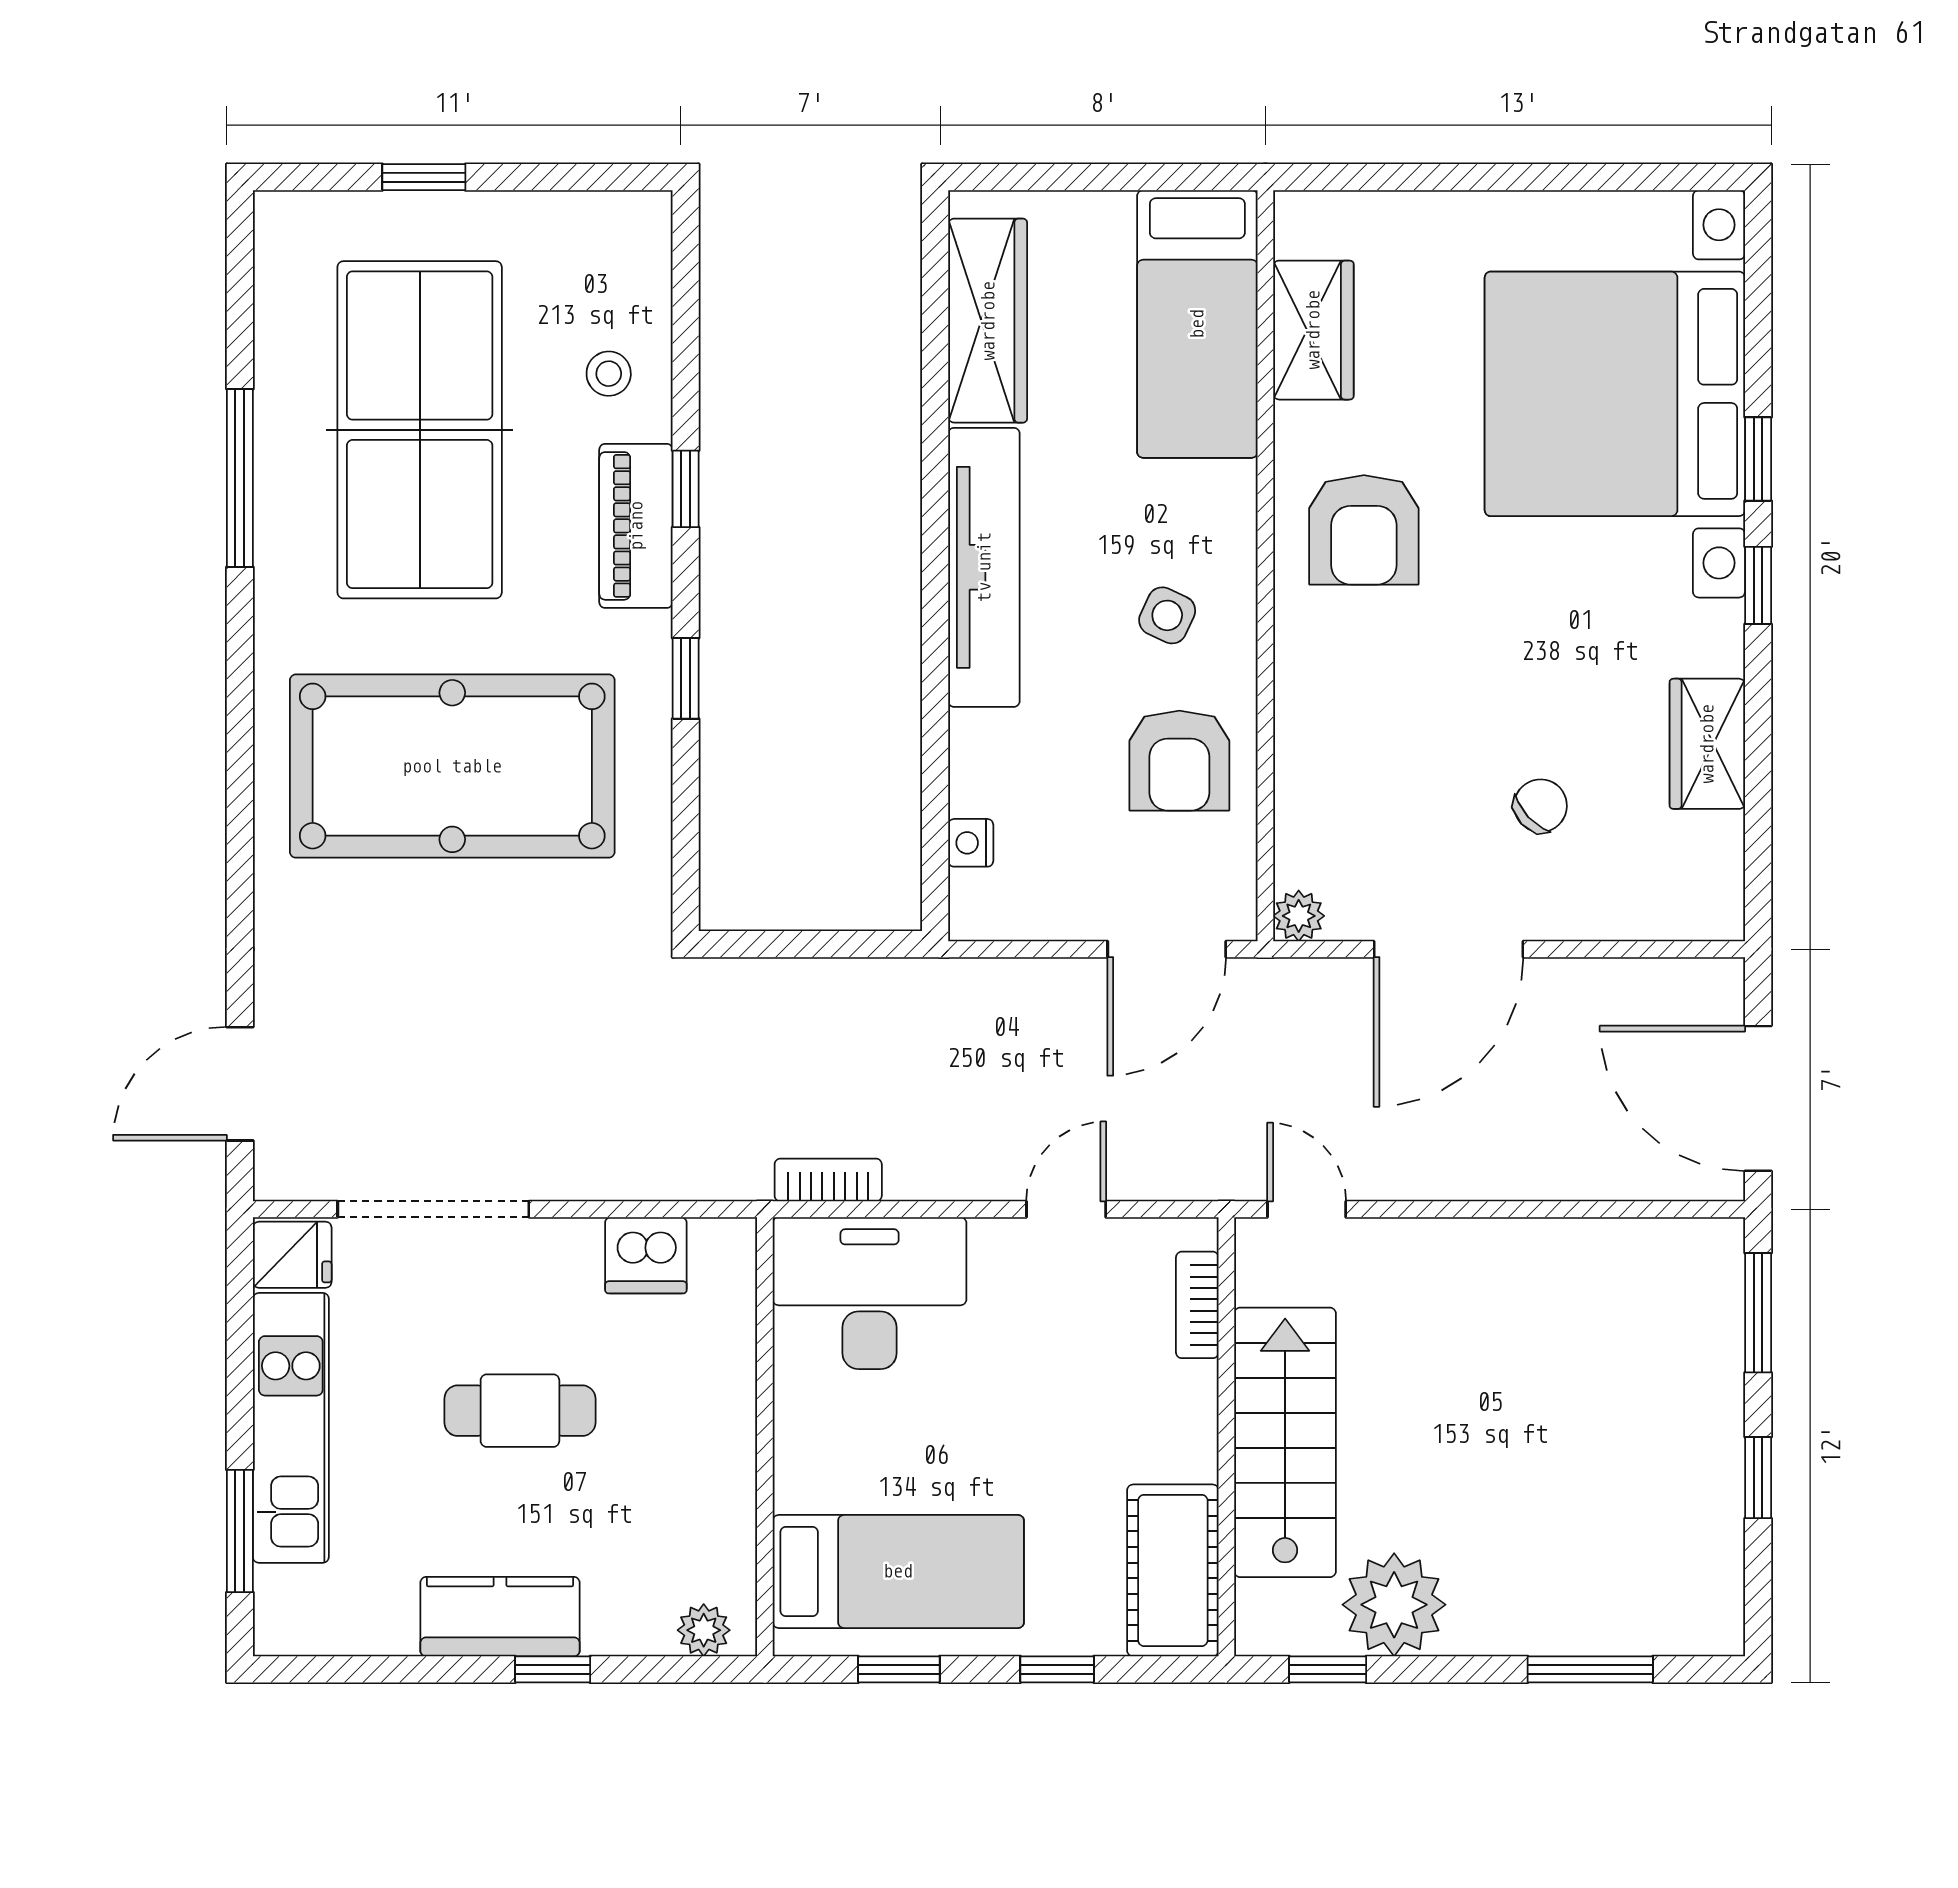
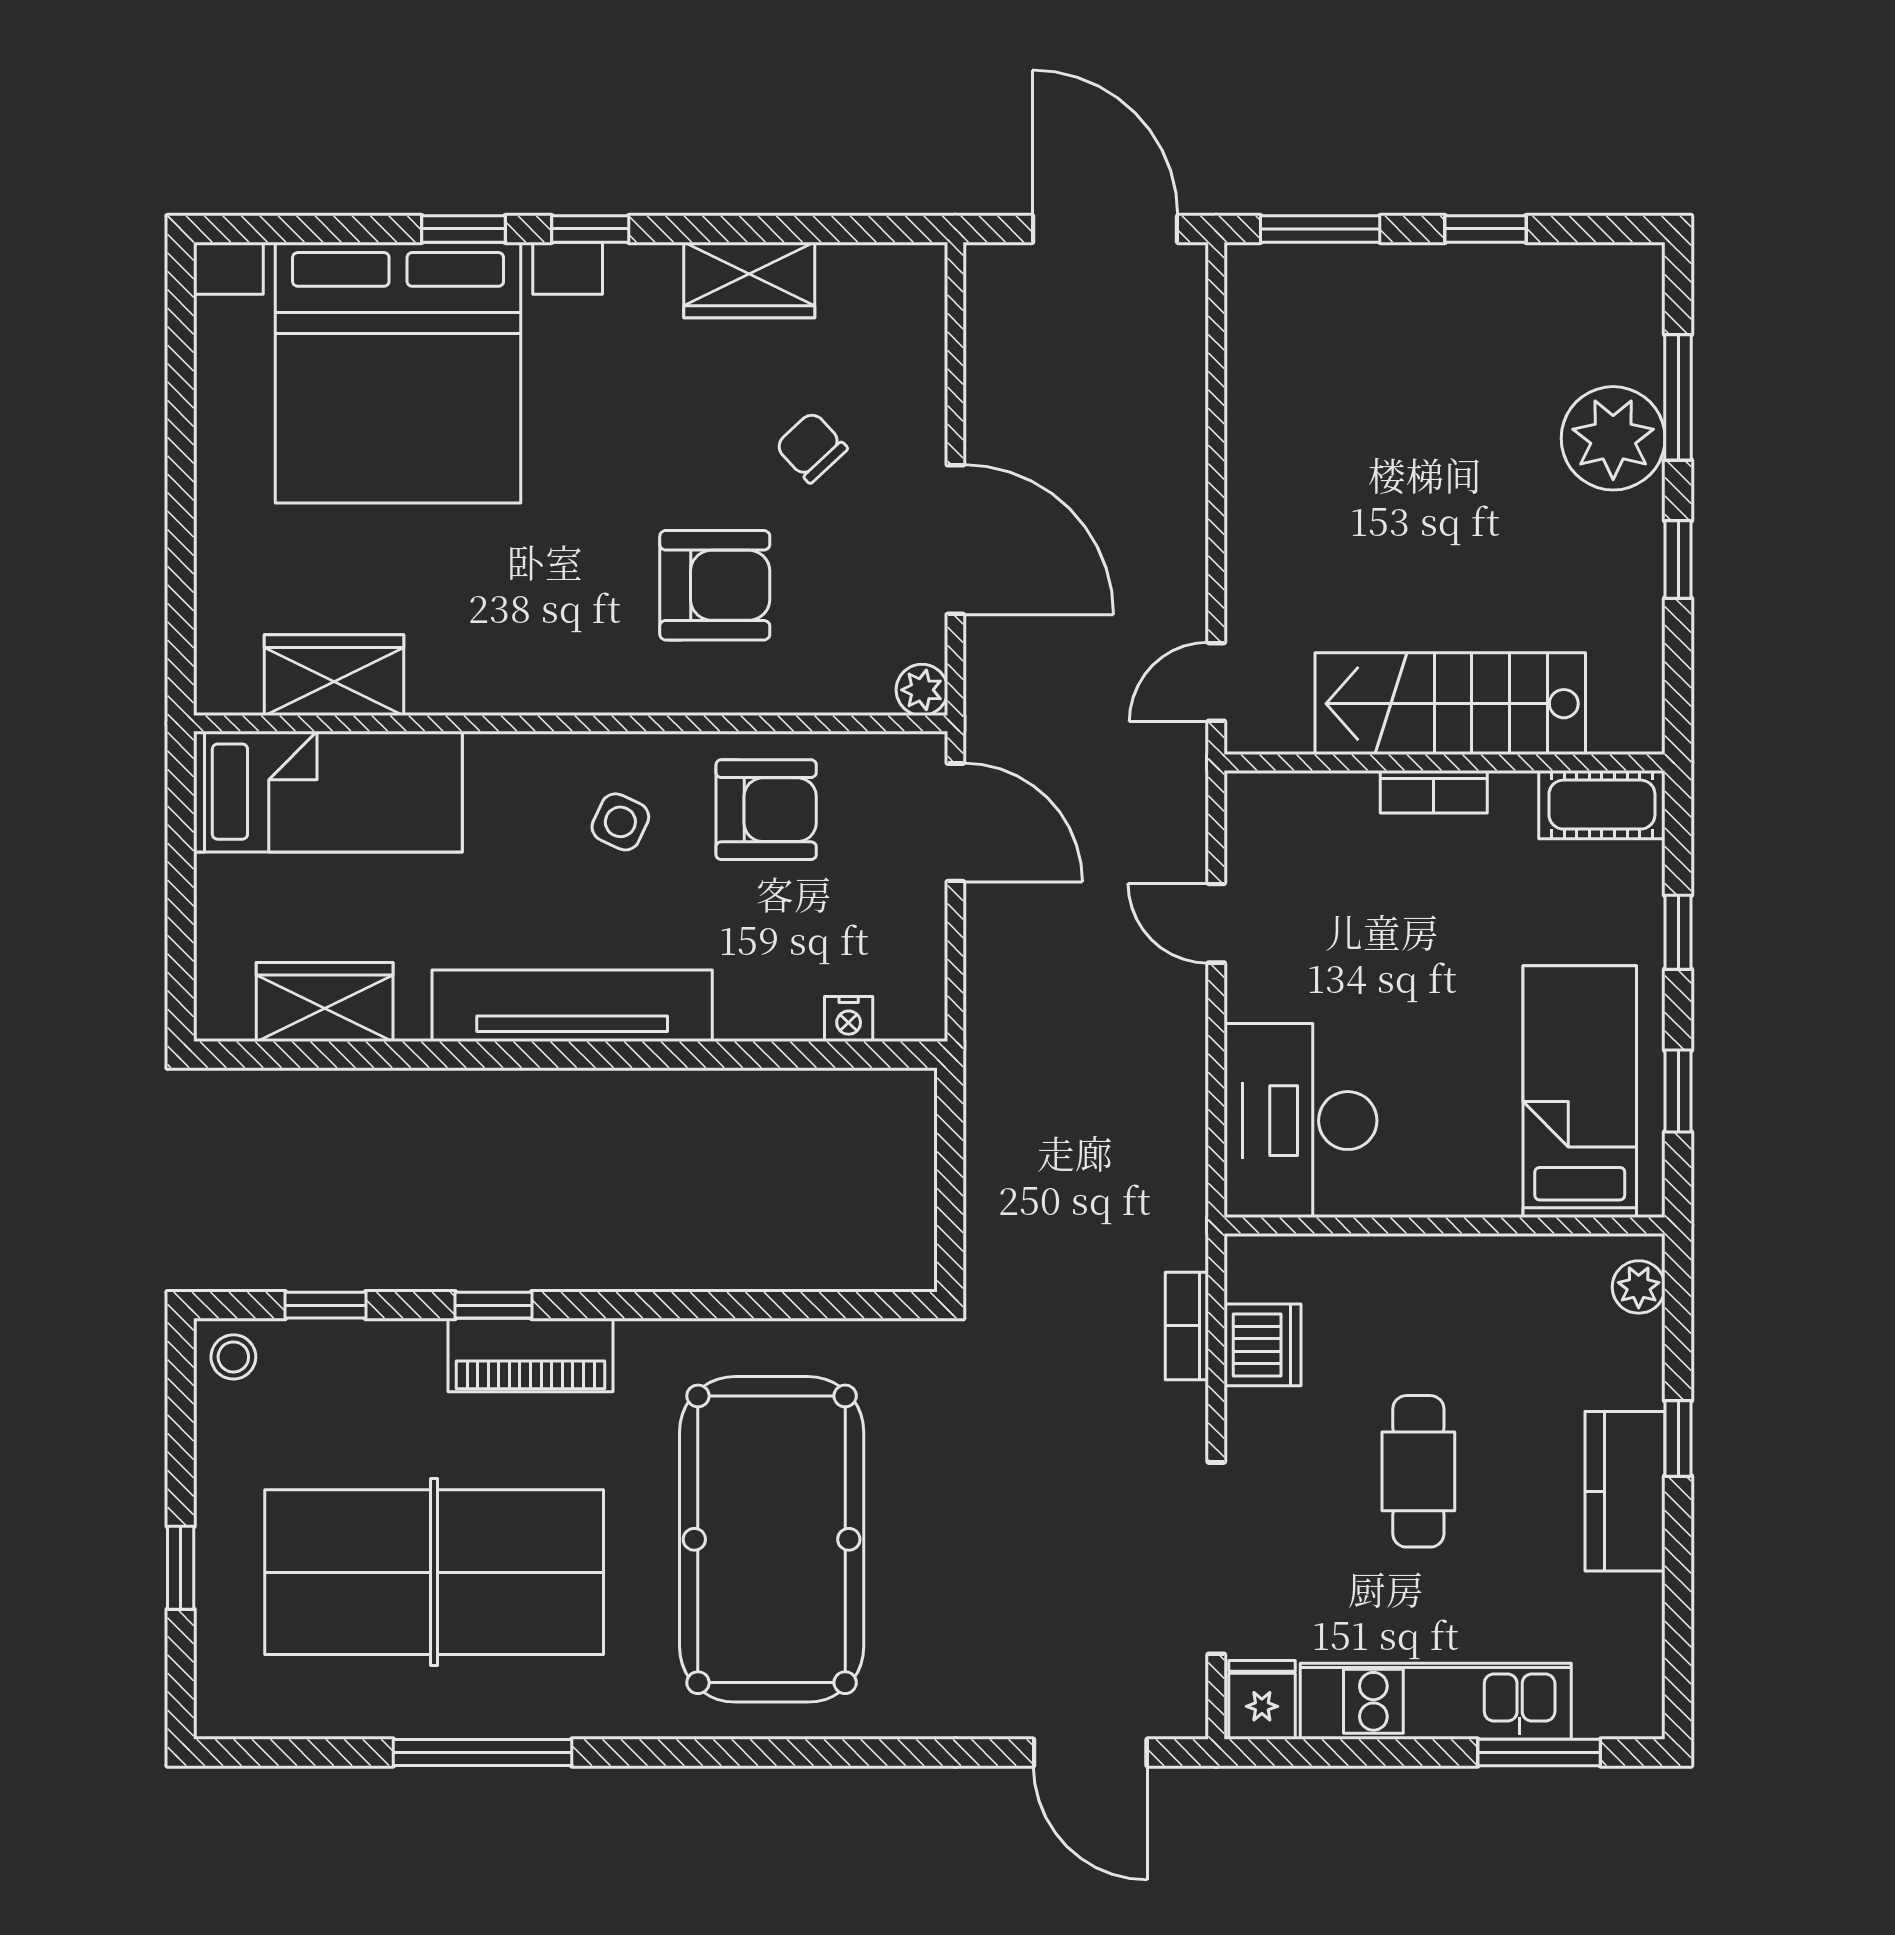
wardrobe: (988, 321) -> (325, 1002), width x0.67
stool: (609, 374) -> (233, 1357), moved
armchair: (1364, 530) -> (715, 585), moved
window: (686, 678) -> (325, 1305), moved
door: (1758, 1098) -> (1105, 229), swing flipped
bookcase: (828, 1180) -> (1187, 1326), moved
bookcase: (1197, 1305) -> (1434, 792), moved
cot: (1173, 1570) -> (1602, 805), width x0.73, depth x0.75
plant: (1394, 1605) -> (1613, 438), moved
window: (1328, 1669) -> (1678, 559), moved

